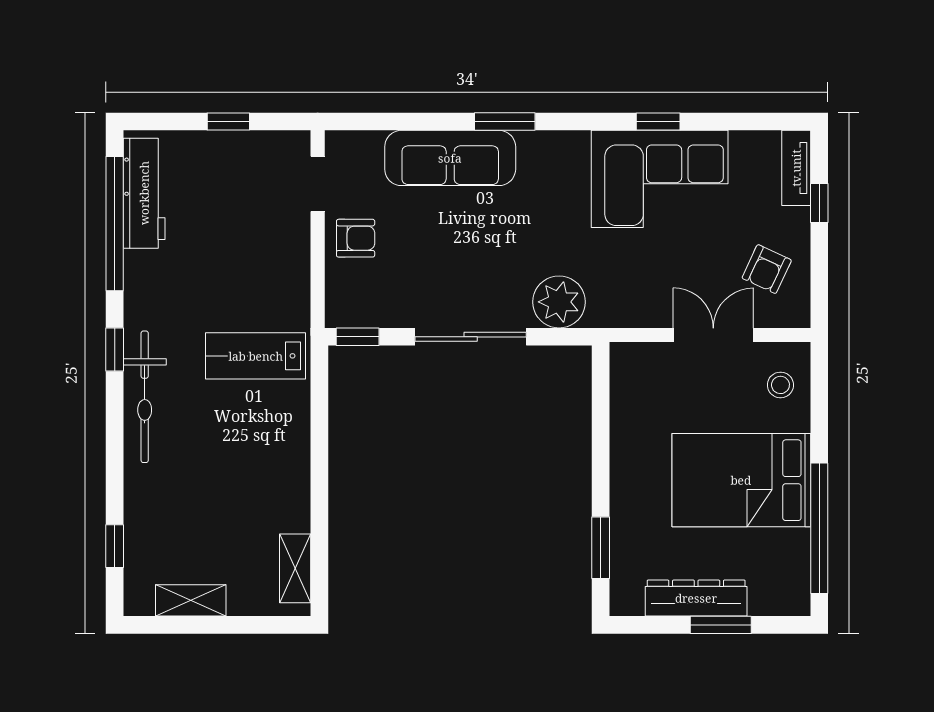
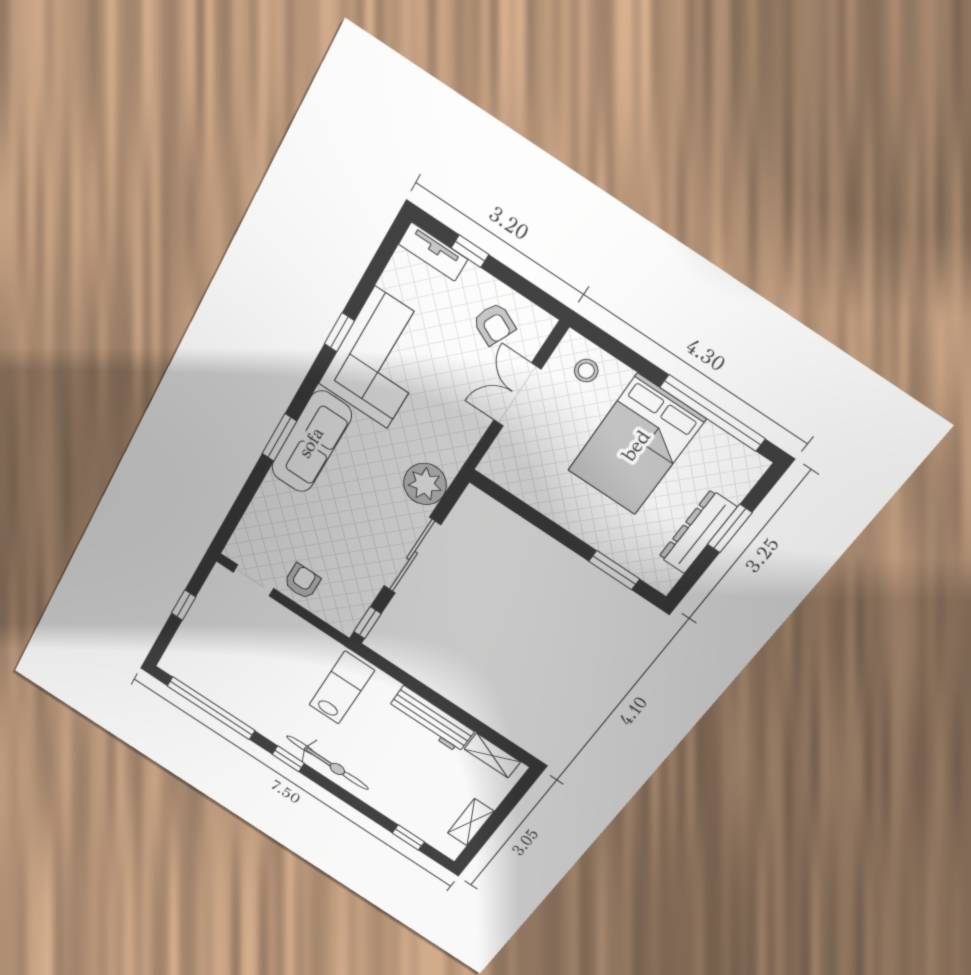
sofa: (450, 158) -> (311, 442), moved
workbench: (144, 193) -> (431, 719), moved, turned 180
lab bench: (256, 356) -> (342, 688), turned 180

